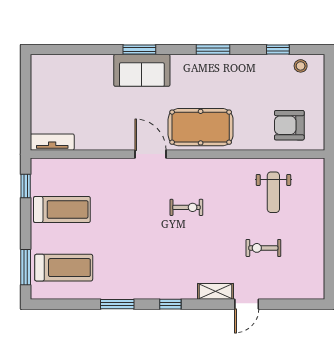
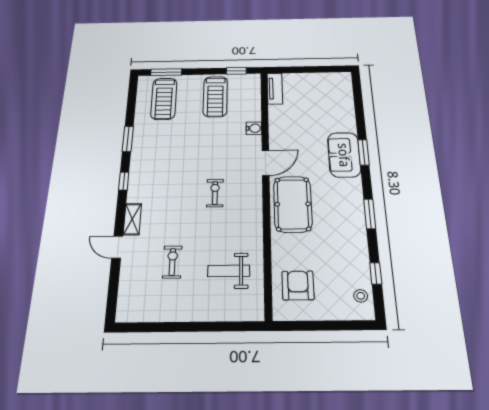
water cooler: (106, 166) -> (254, 128), added
exercise bike: (186, 207) -> (215, 193), turned 180

